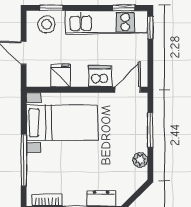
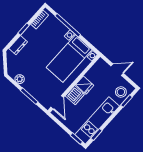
fridge: (61, 75) -> (85, 85), moved

